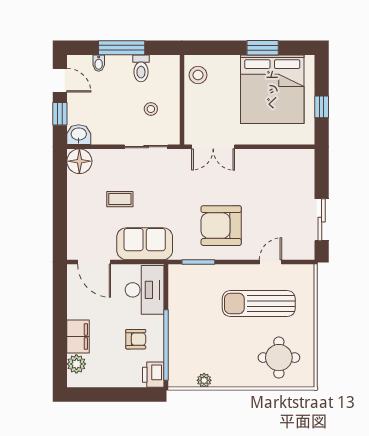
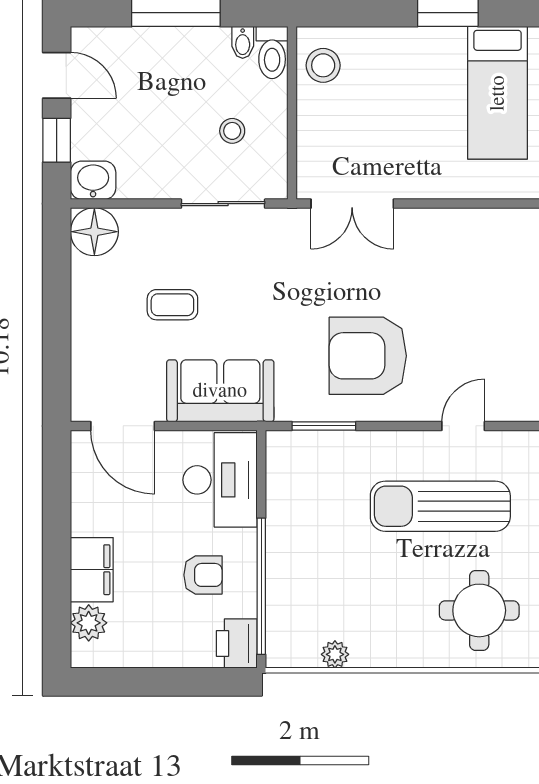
bidet: (99, 63) -> (243, 42), moved
toilet: (141, 68) -> (272, 52), moved
bed: (272, 89) -> (498, 93), width x0.49

